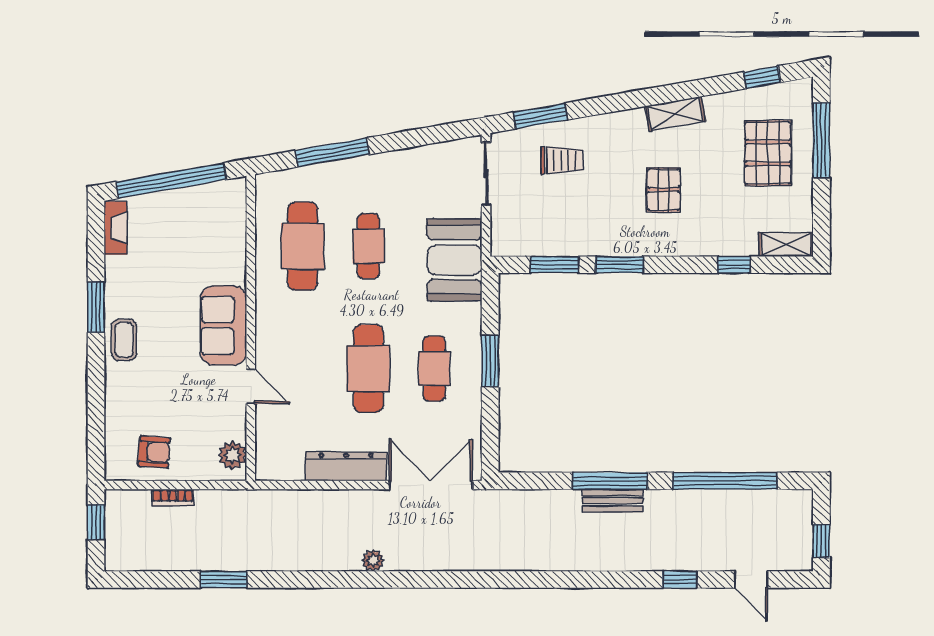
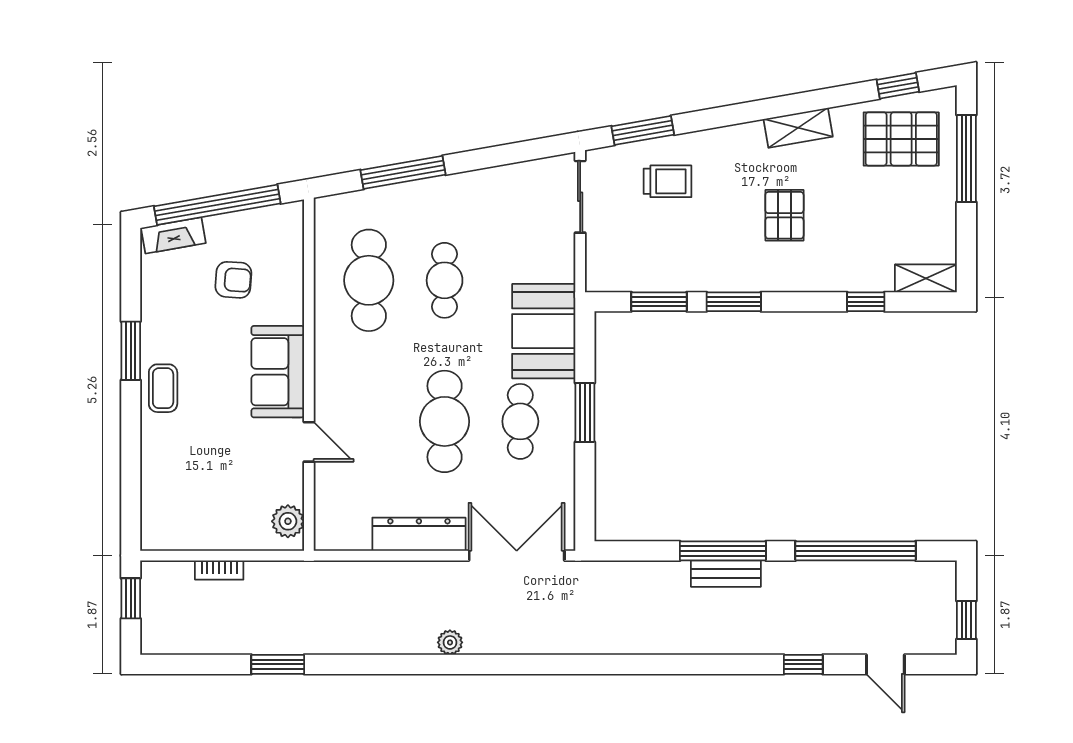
pallet: (768, 153) -> (901, 139), moved, turned 90
fireplace: (116, 228) -> (173, 235), moved, turned 80
booth: (454, 260) -> (544, 331), moved
armchair: (154, 452) -> (233, 280), moved

